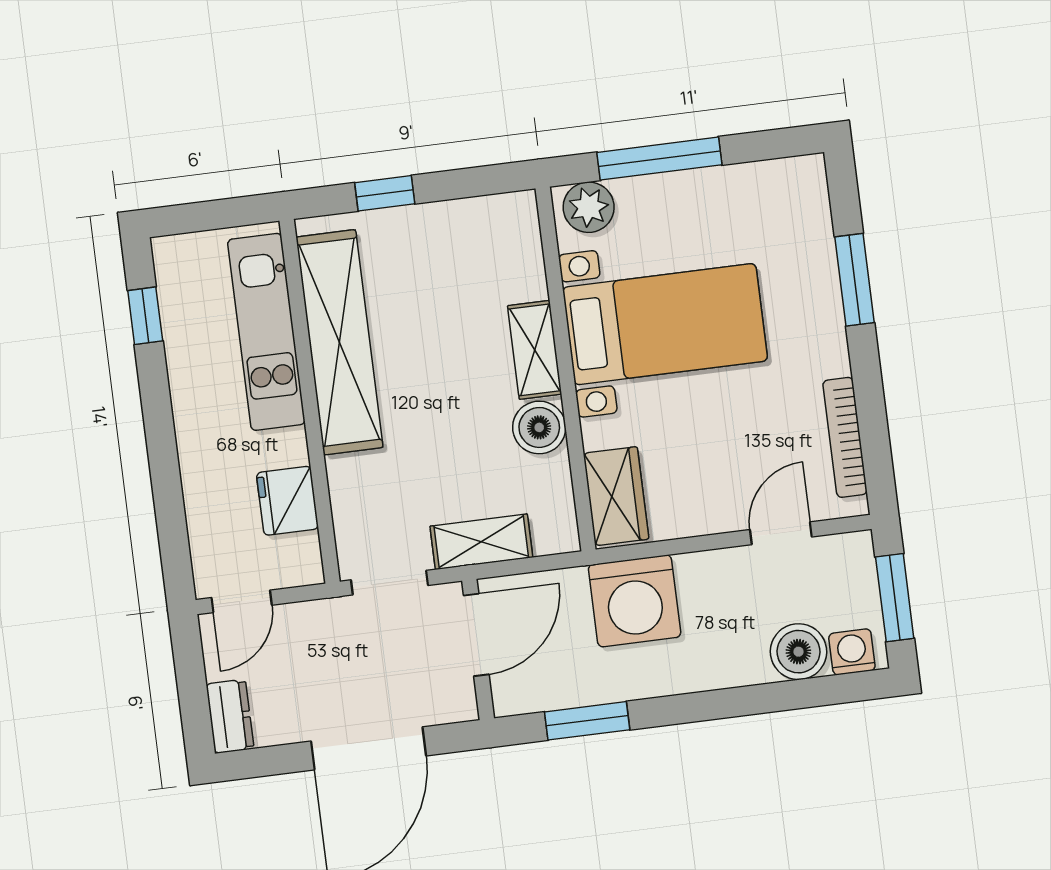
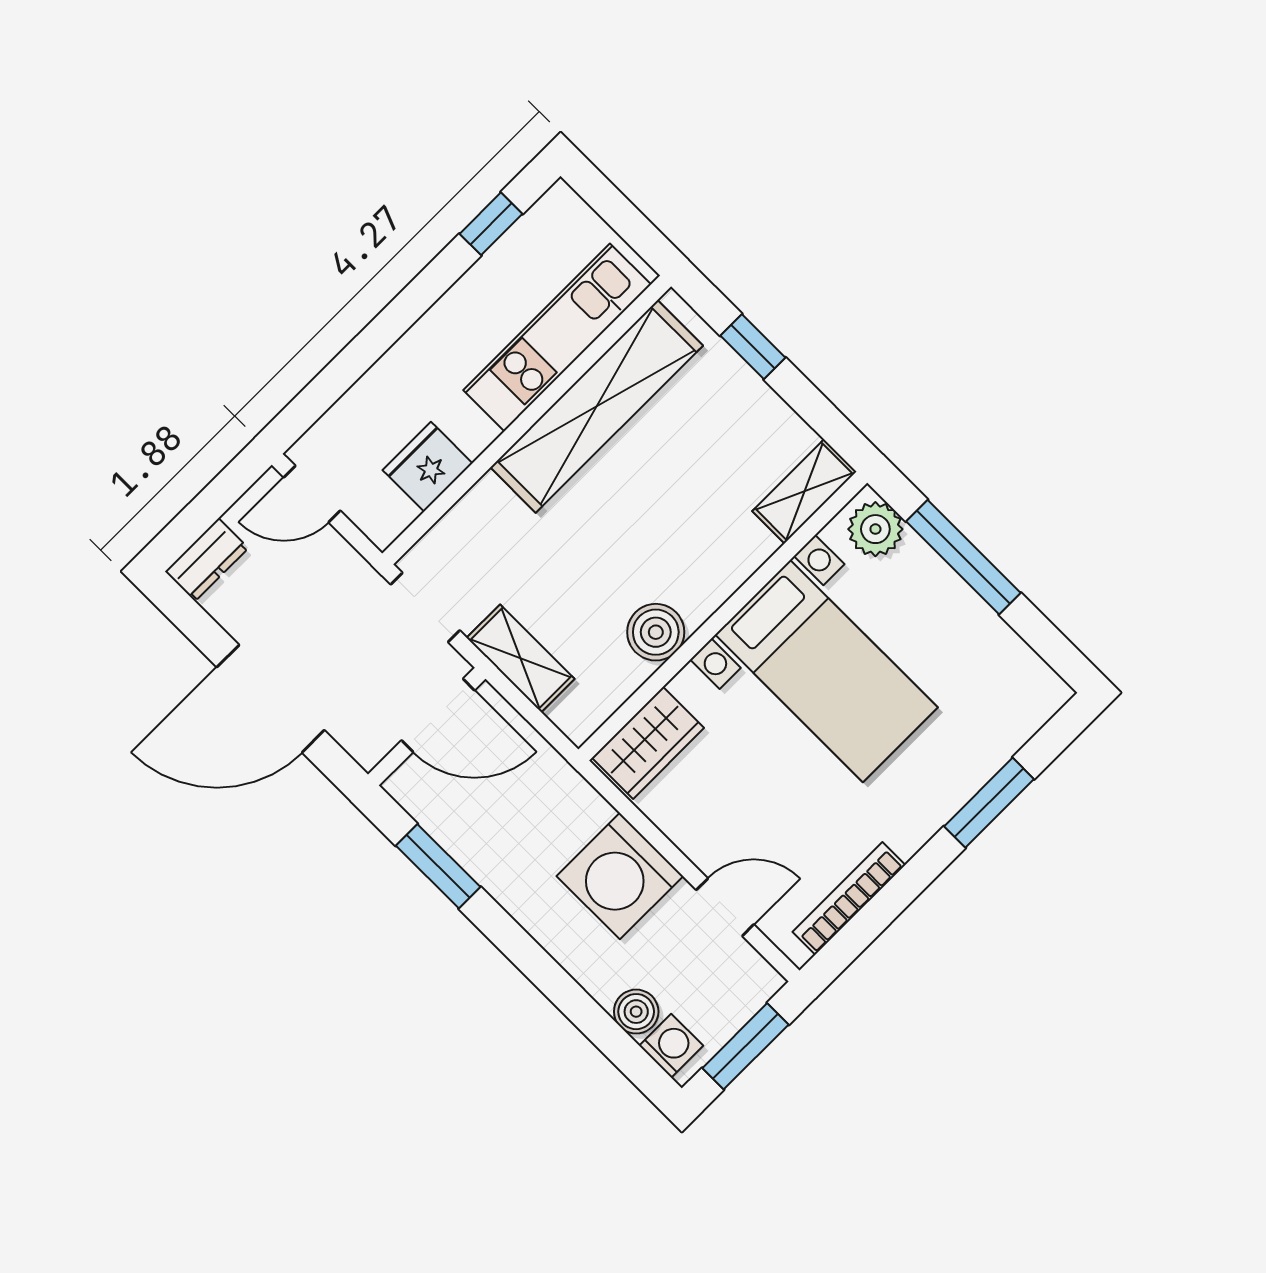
shelving: (535, 350) -> (804, 491), moved
washing machine: (635, 601) -> (620, 876), moved
boiler: (798, 652) -> (636, 1012), width x0.73, depth x0.73

